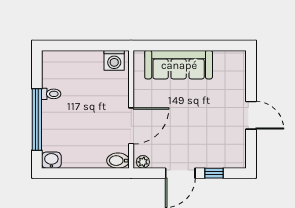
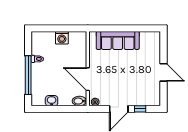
washing machine: (114, 60) -> (62, 38), moved
door: (131, 126) -> (88, 79), swing flipped
washbasin: (51, 160) -> (52, 101), moved

